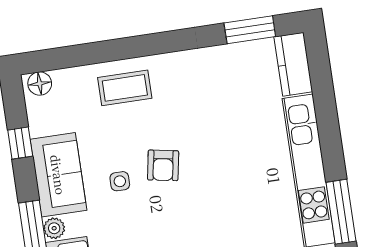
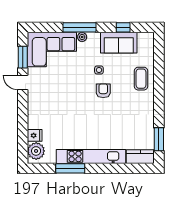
floor lamp: (40, 84) -> (149, 40), removed
armchair: (163, 165) -> (103, 91), turned 80
sofa: (58, 175) -> (119, 43), moved

